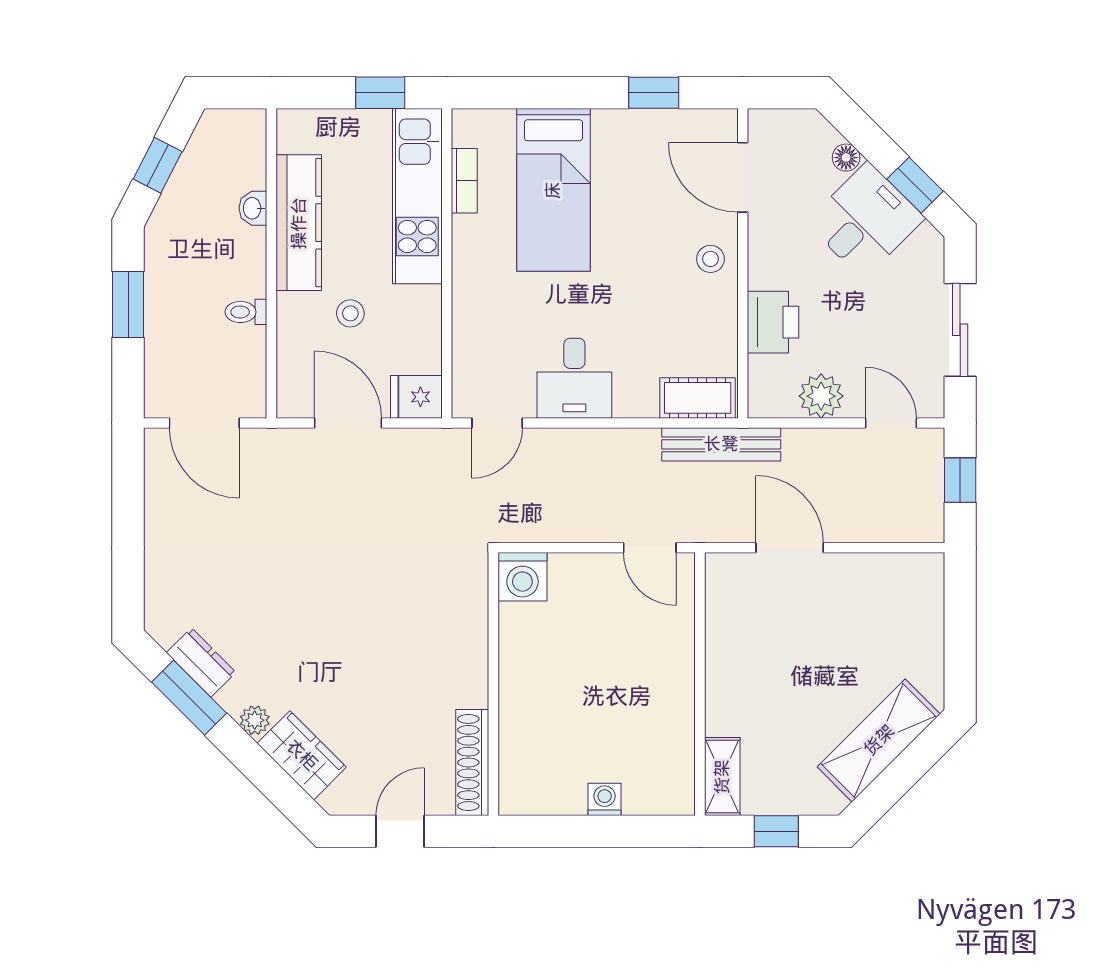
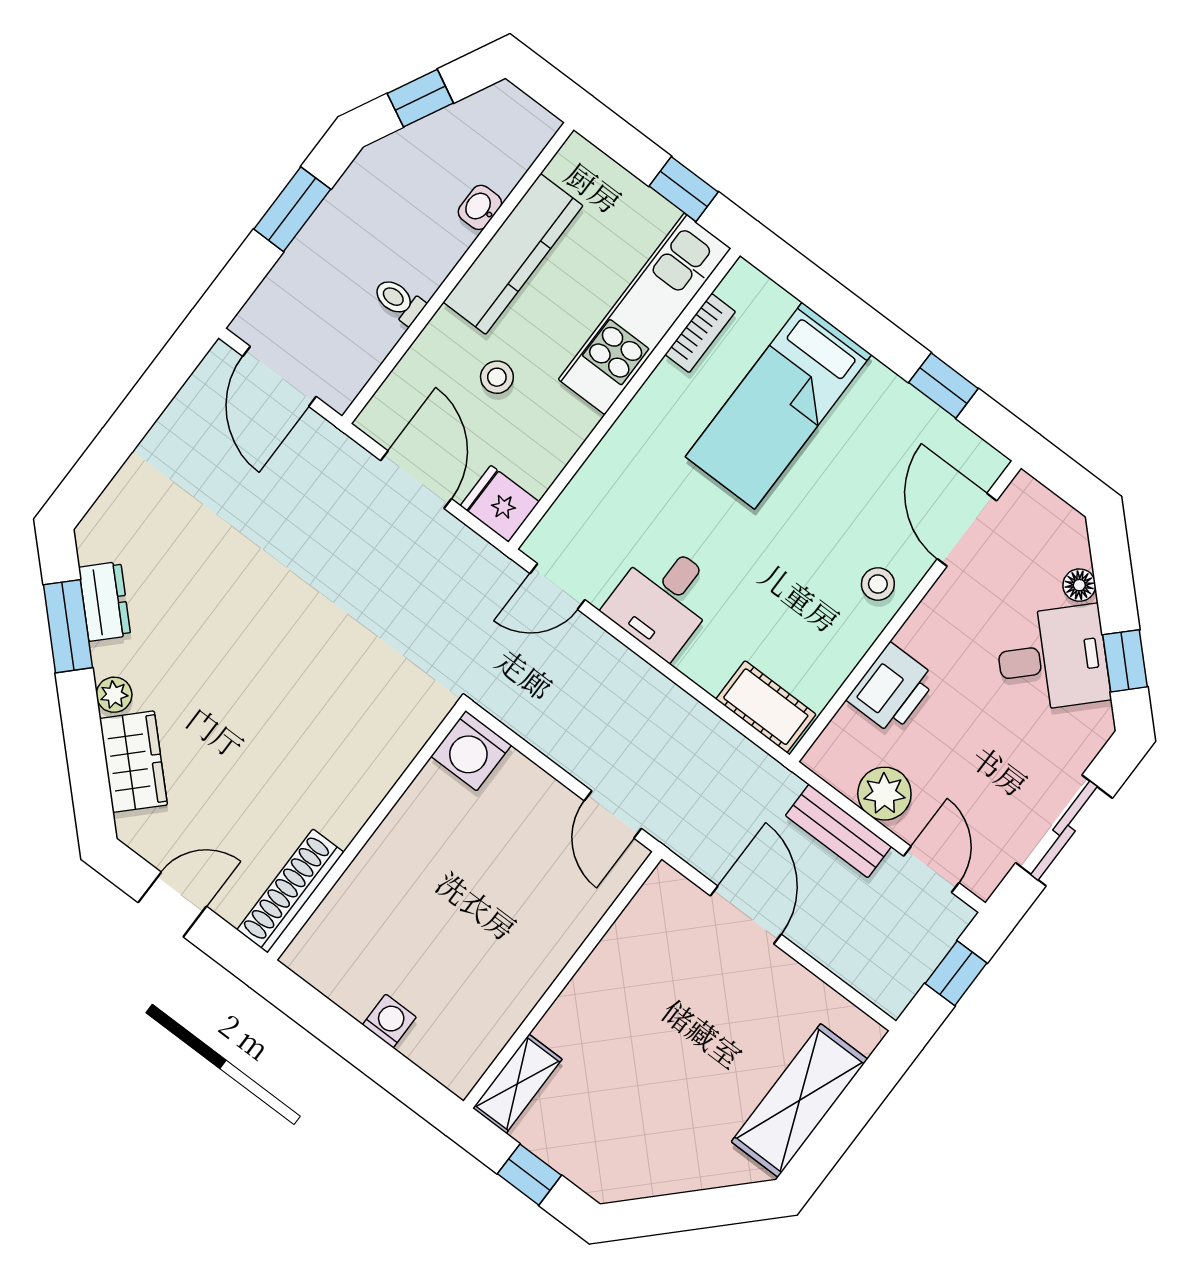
bench: (721, 444) -> (838, 831), moved, width x0.73
shelving: (879, 740) -> (799, 1100), moved, turned -45

